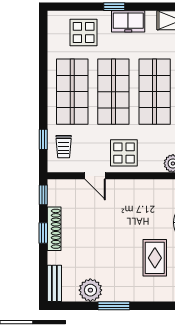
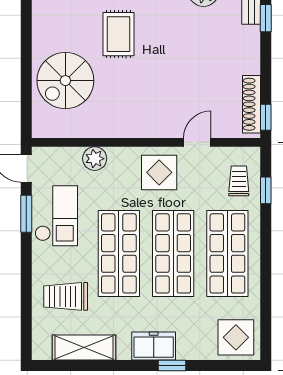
display table: (84, 33) -> (236, 337), moved
door: (95, 176) -> (197, 142), hinge flipped
shoe rack: (54, 229) -> (251, 104), moved
window: (43, 233) -> (266, 18), moved

